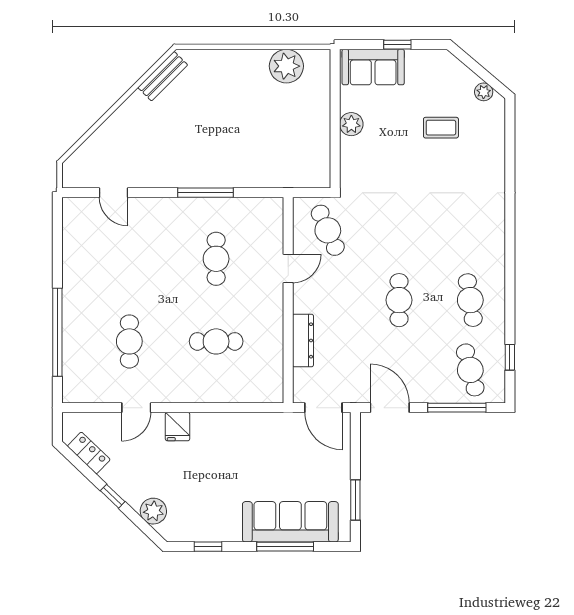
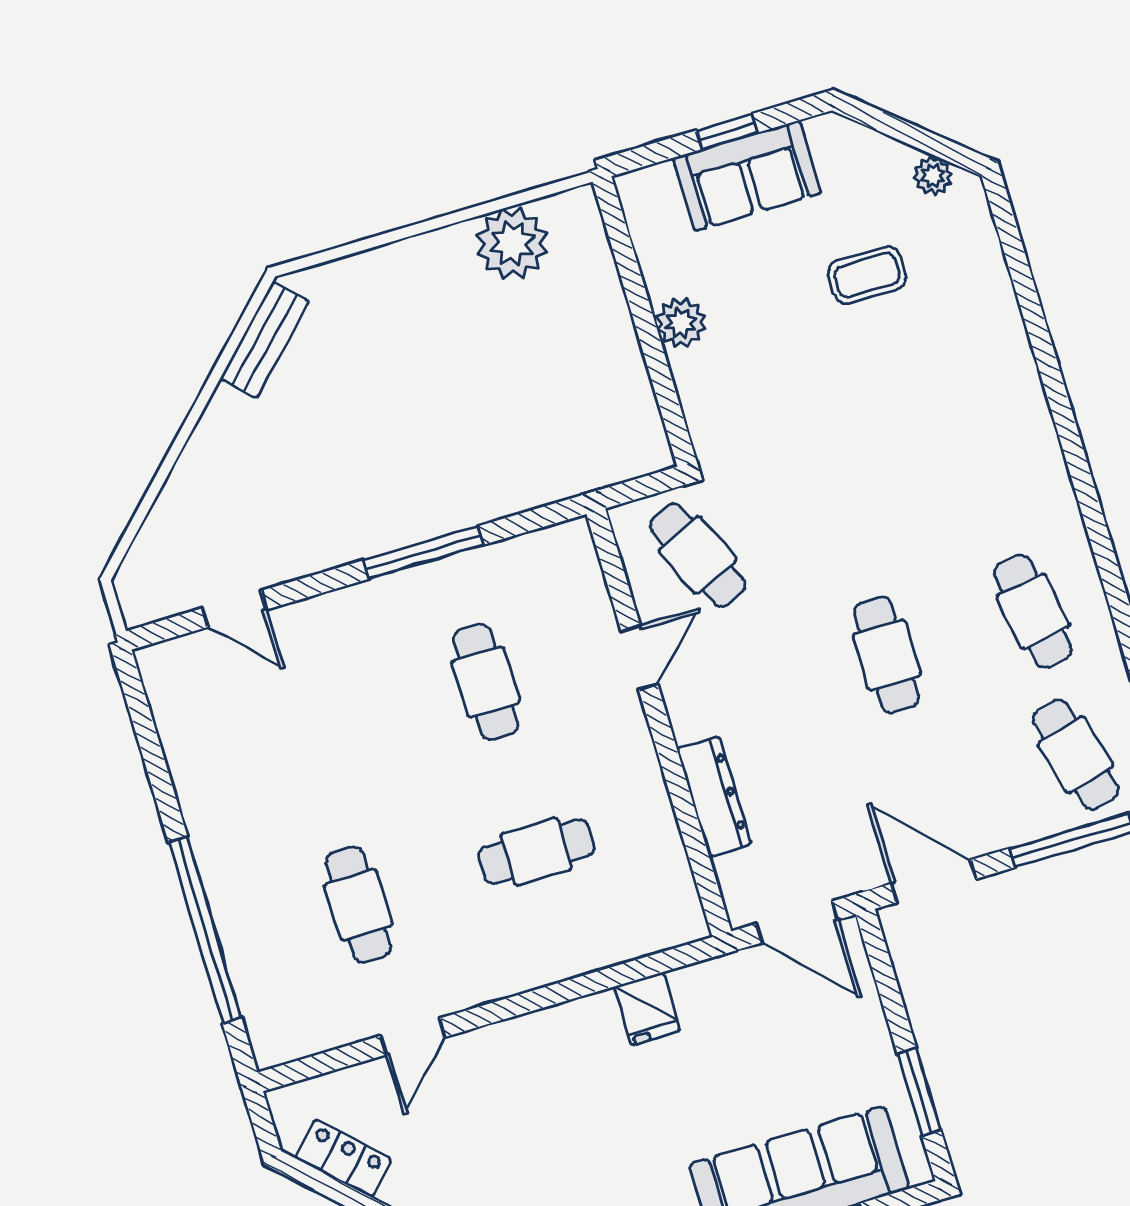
sofa: (373, 67) -> (747, 176), moved
fridge: (177, 427) -> (647, 1009), moved

